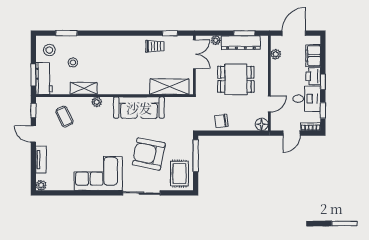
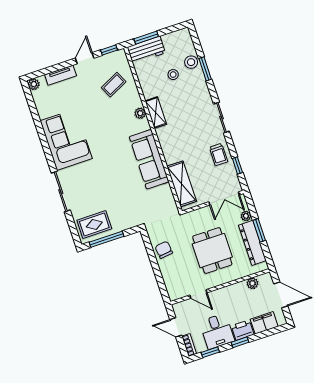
window: (66, 33) -> (205, 69), moved
sliding door: (124, 33) -> (221, 118), added
window: (244, 33) -> (259, 230), moved
stool: (49, 50) -> (191, 62), moved
shelving: (84, 88) -> (156, 113), moved
floor lamp: (262, 124) -> (174, 293), removed
armchair: (149, 154) -> (104, 186), removed
window: (196, 156) -> (107, 239), moved

